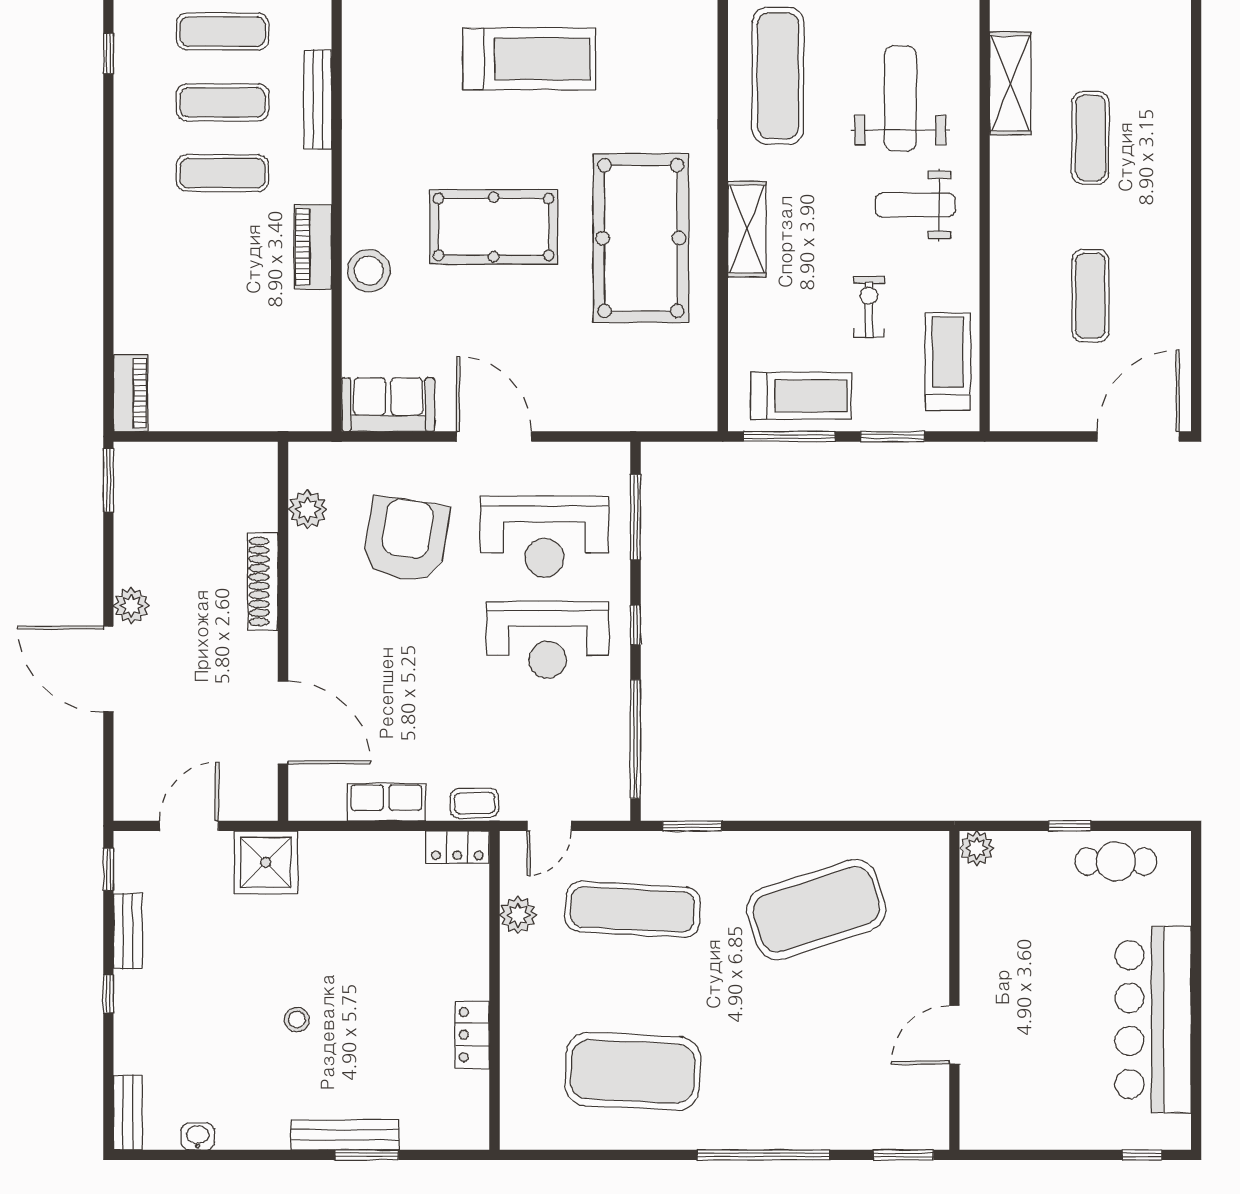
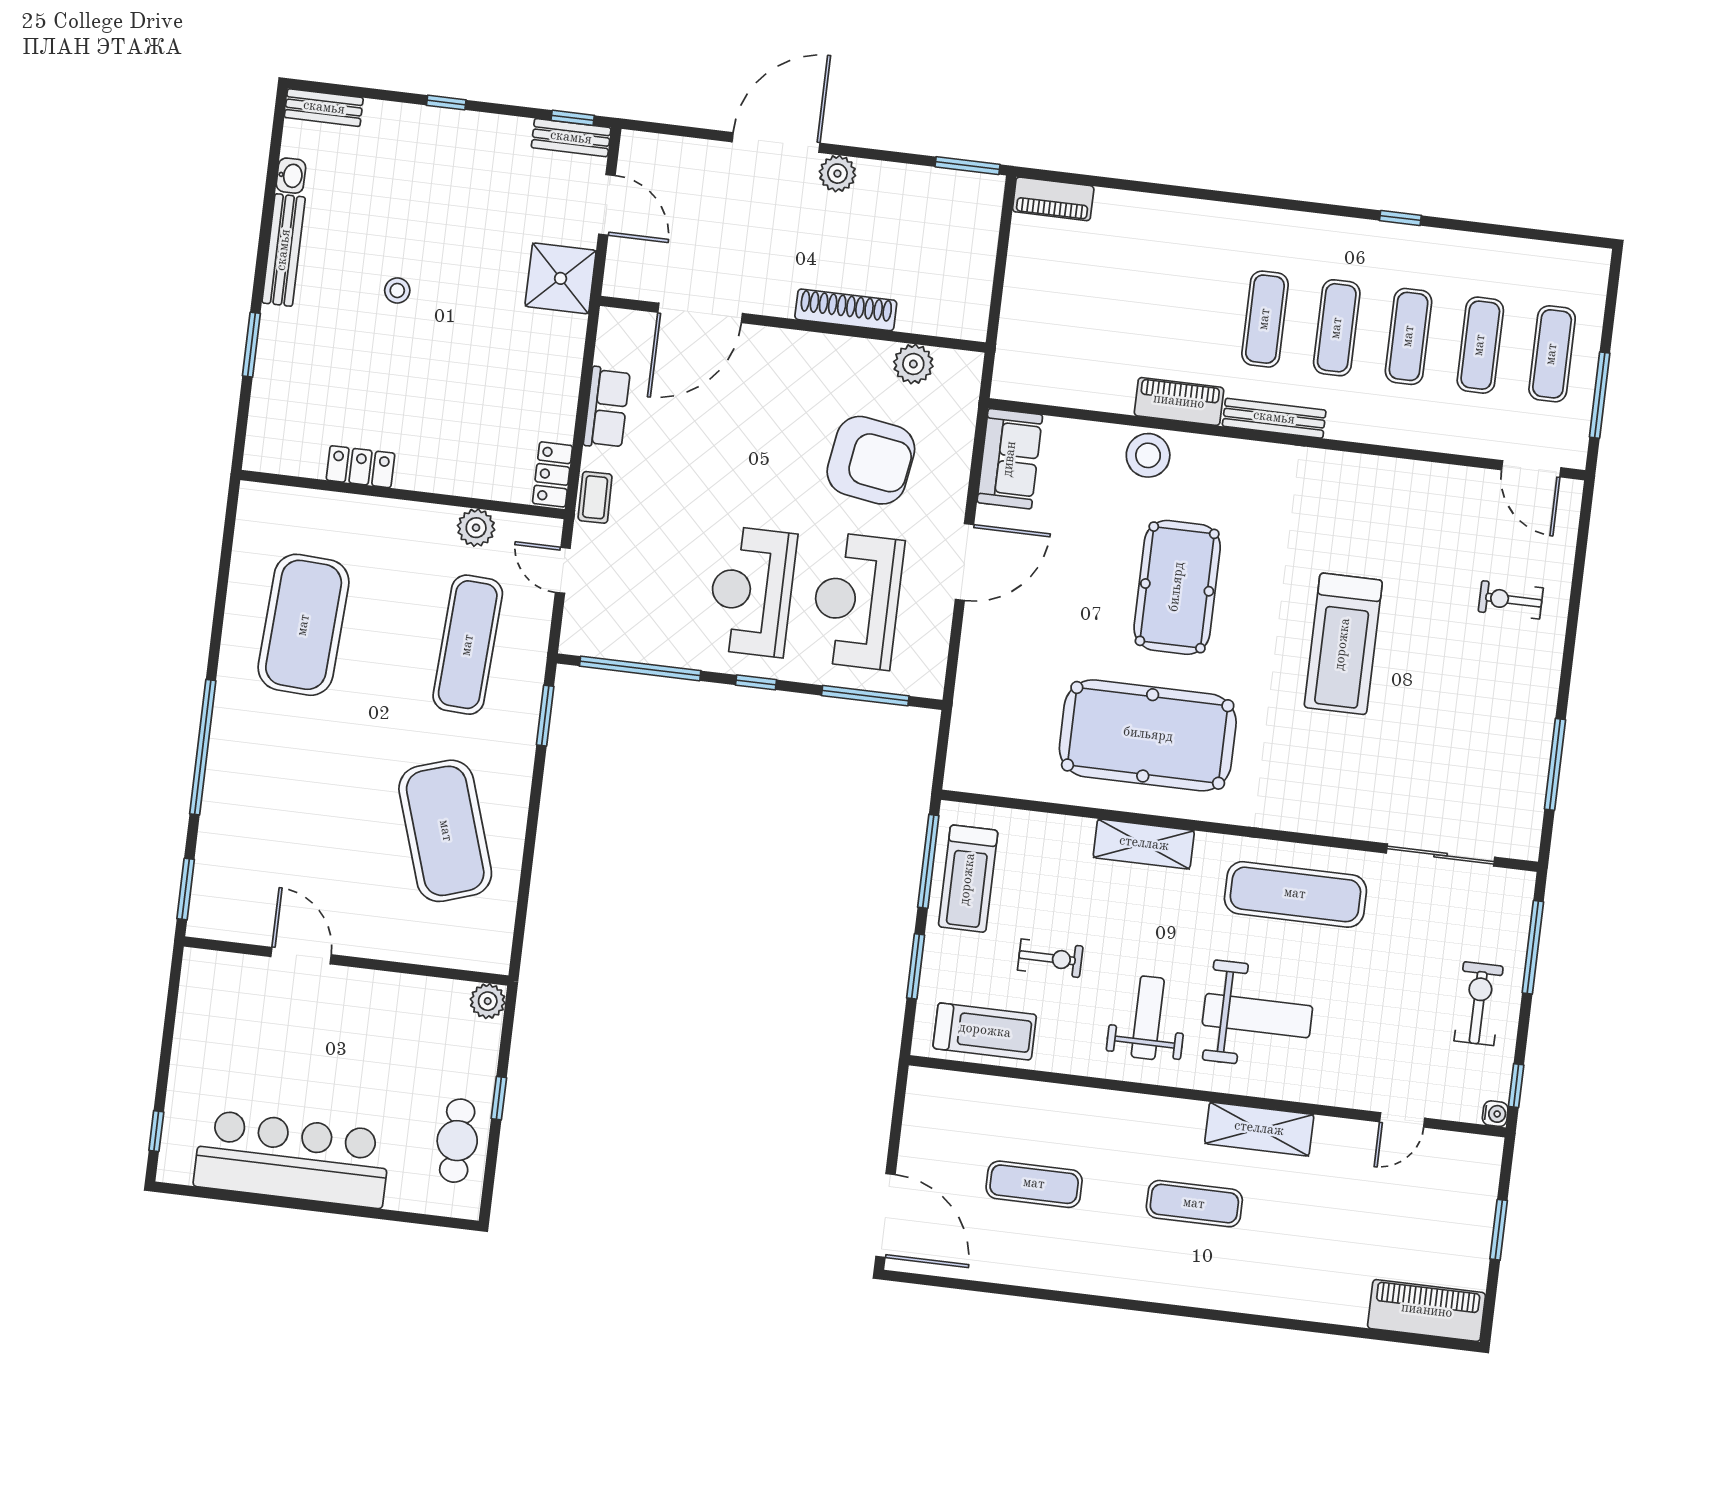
bench: (318, 99) -> (1274, 418), moved
bench: (128, 931) -> (571, 138), moved
bench: (345, 1135) -> (284, 250), moved

